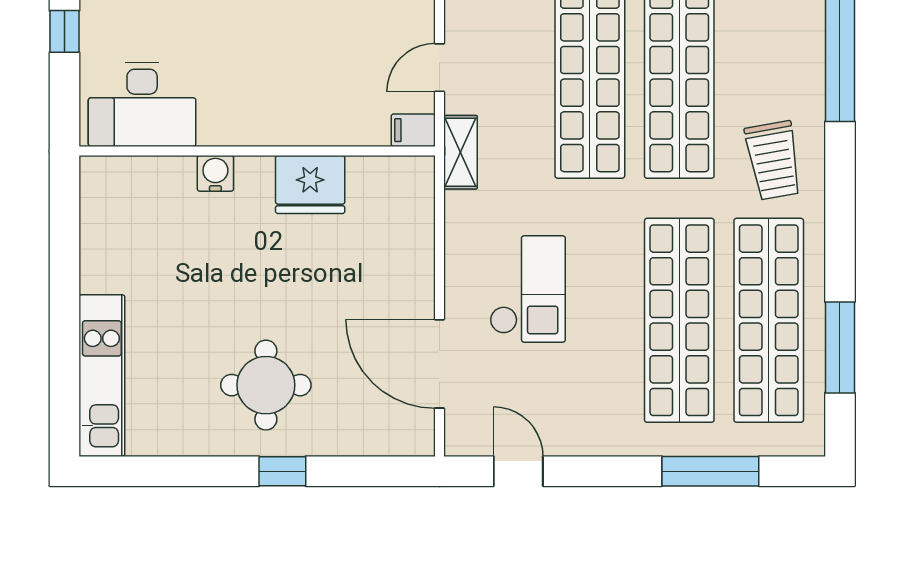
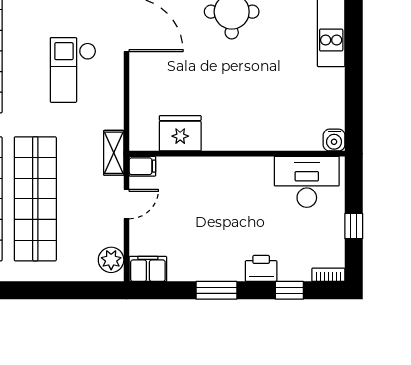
water cooler: (215, 173) -> (334, 140), moved
fridge: (310, 184) -> (180, 133), moved

